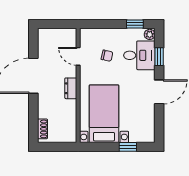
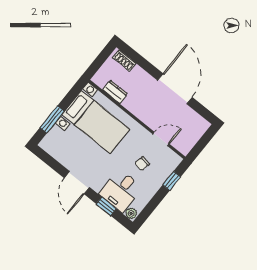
window: (135, 24) -> (172, 181), moved
dresser: (71, 88) -> (115, 92), moved
window: (128, 147) -> (52, 120), width x1.50

